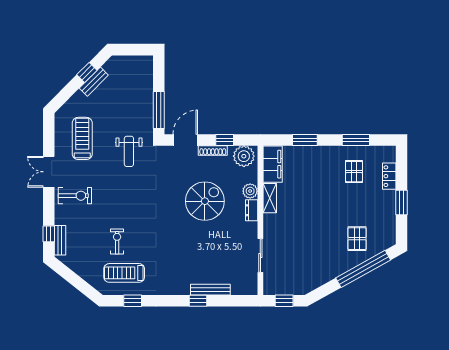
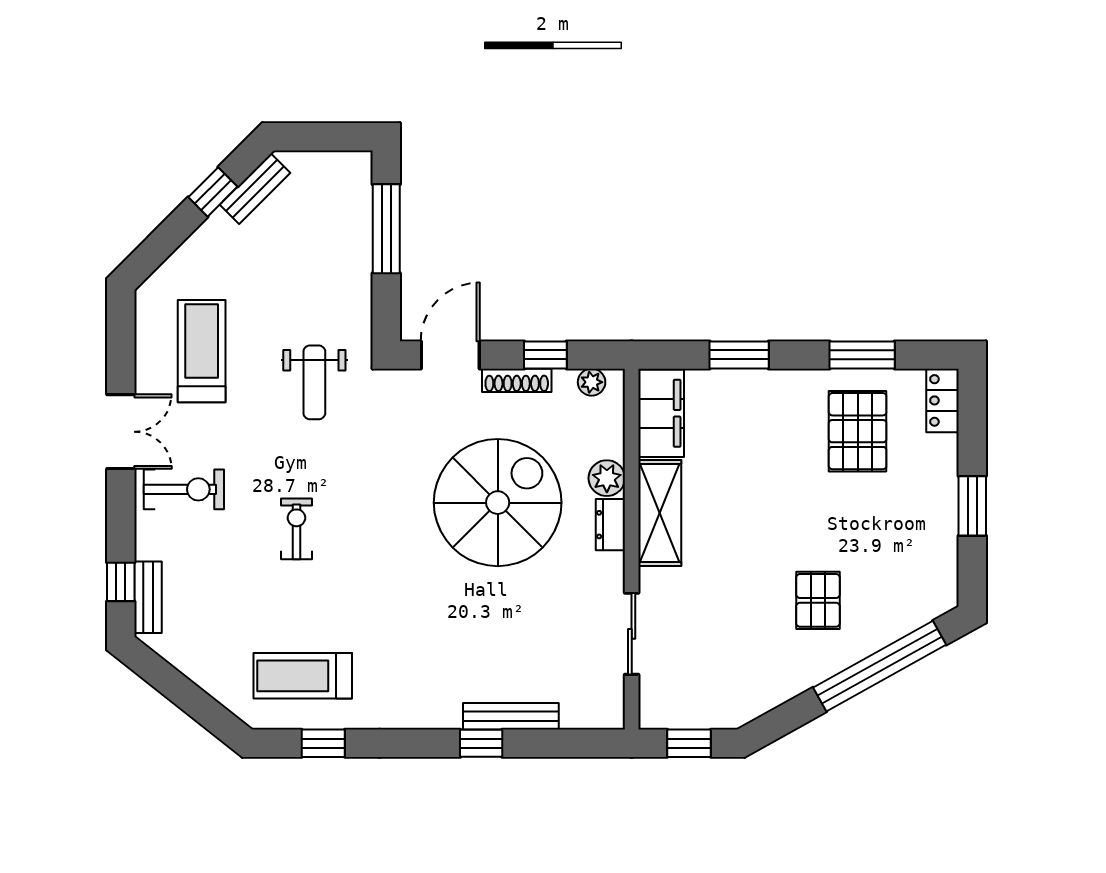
bench: (94, 82) -> (255, 189), moved
window: (159, 110) -> (386, 229), moved
plant: (244, 156) -> (592, 382), width x0.53, depth x0.53
double door: (49, 172) -> (121, 432), swing flipped
pallet: (354, 172) -> (858, 431), width x1.50, depth x1.42
locker: (389, 176) -> (943, 400), moved
shelving: (270, 198) -> (660, 513), width x1.50, depth x1.33
spiral stairs: (205, 201) -> (498, 503), width x1.37, depth x1.37
pallet: (357, 239) -> (818, 600), moved
exercise bike: (117, 241) -> (296, 529), moved

